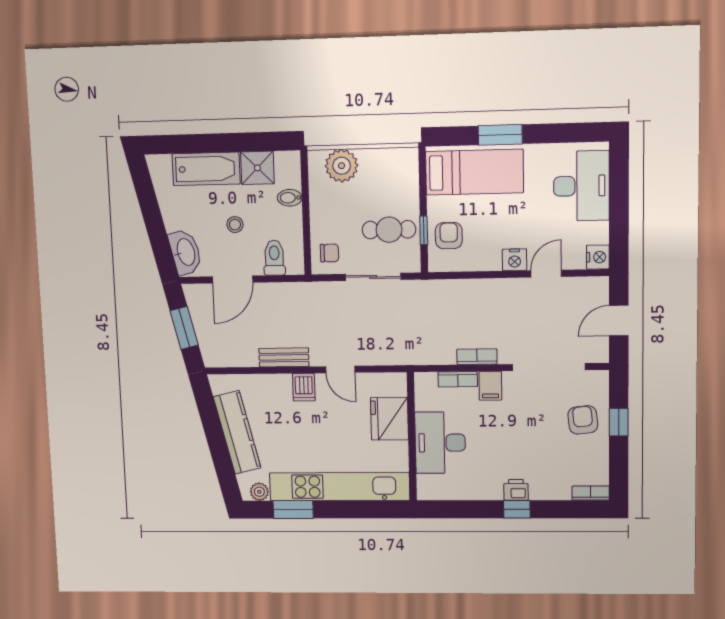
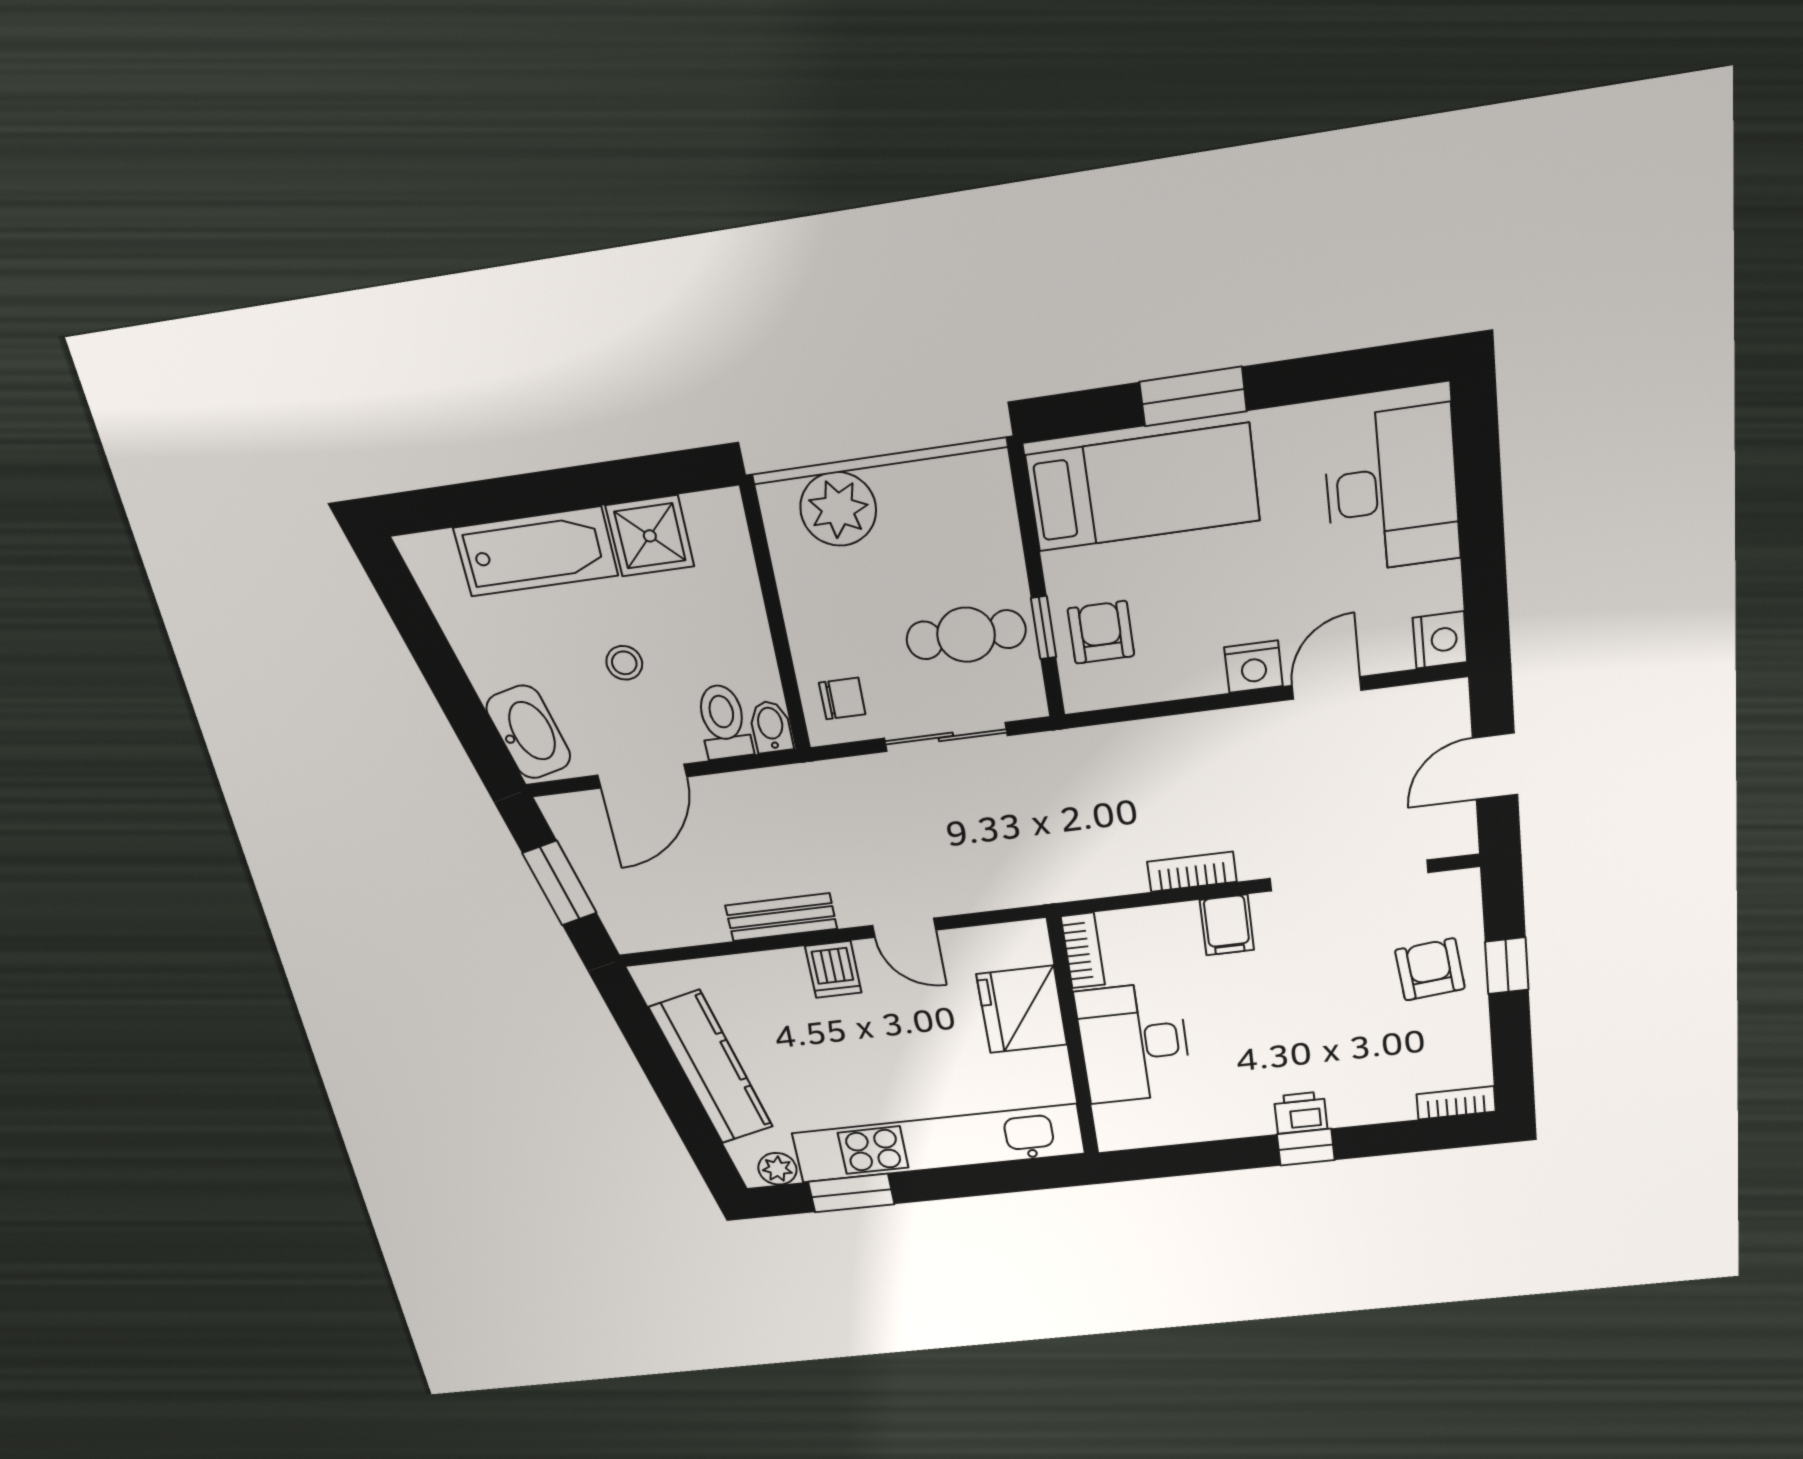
bidet: (290, 198) -> (771, 727), moved, turned 90
bookcase: (458, 379) -> (1083, 951), moved, turned -90

